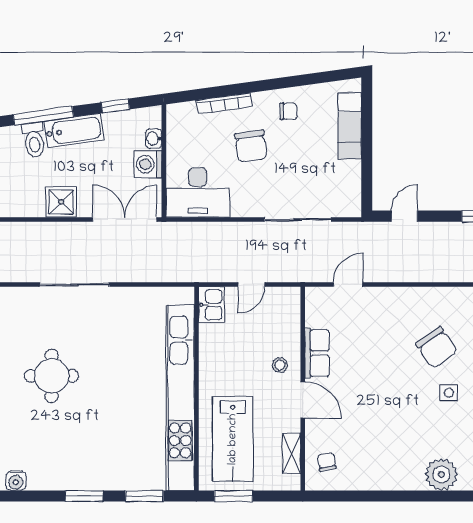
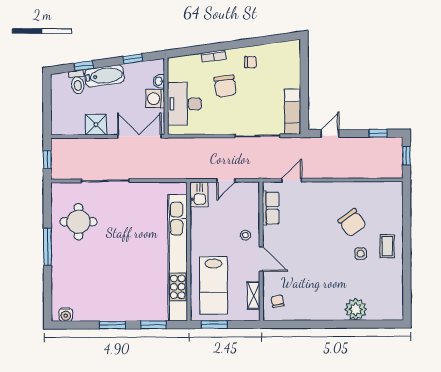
bookcase: (225, 103) -> (214, 56), width x0.64
window: (43, 116) -> (84, 66), width x0.46
exam couch: (350, 126) -> (293, 112), moved
desk: (198, 192) -> (184, 104), moved, turned 90
row of seats: (317, 353) -> (271, 208), moved
round table: (52, 376) -> (79, 222), moved

